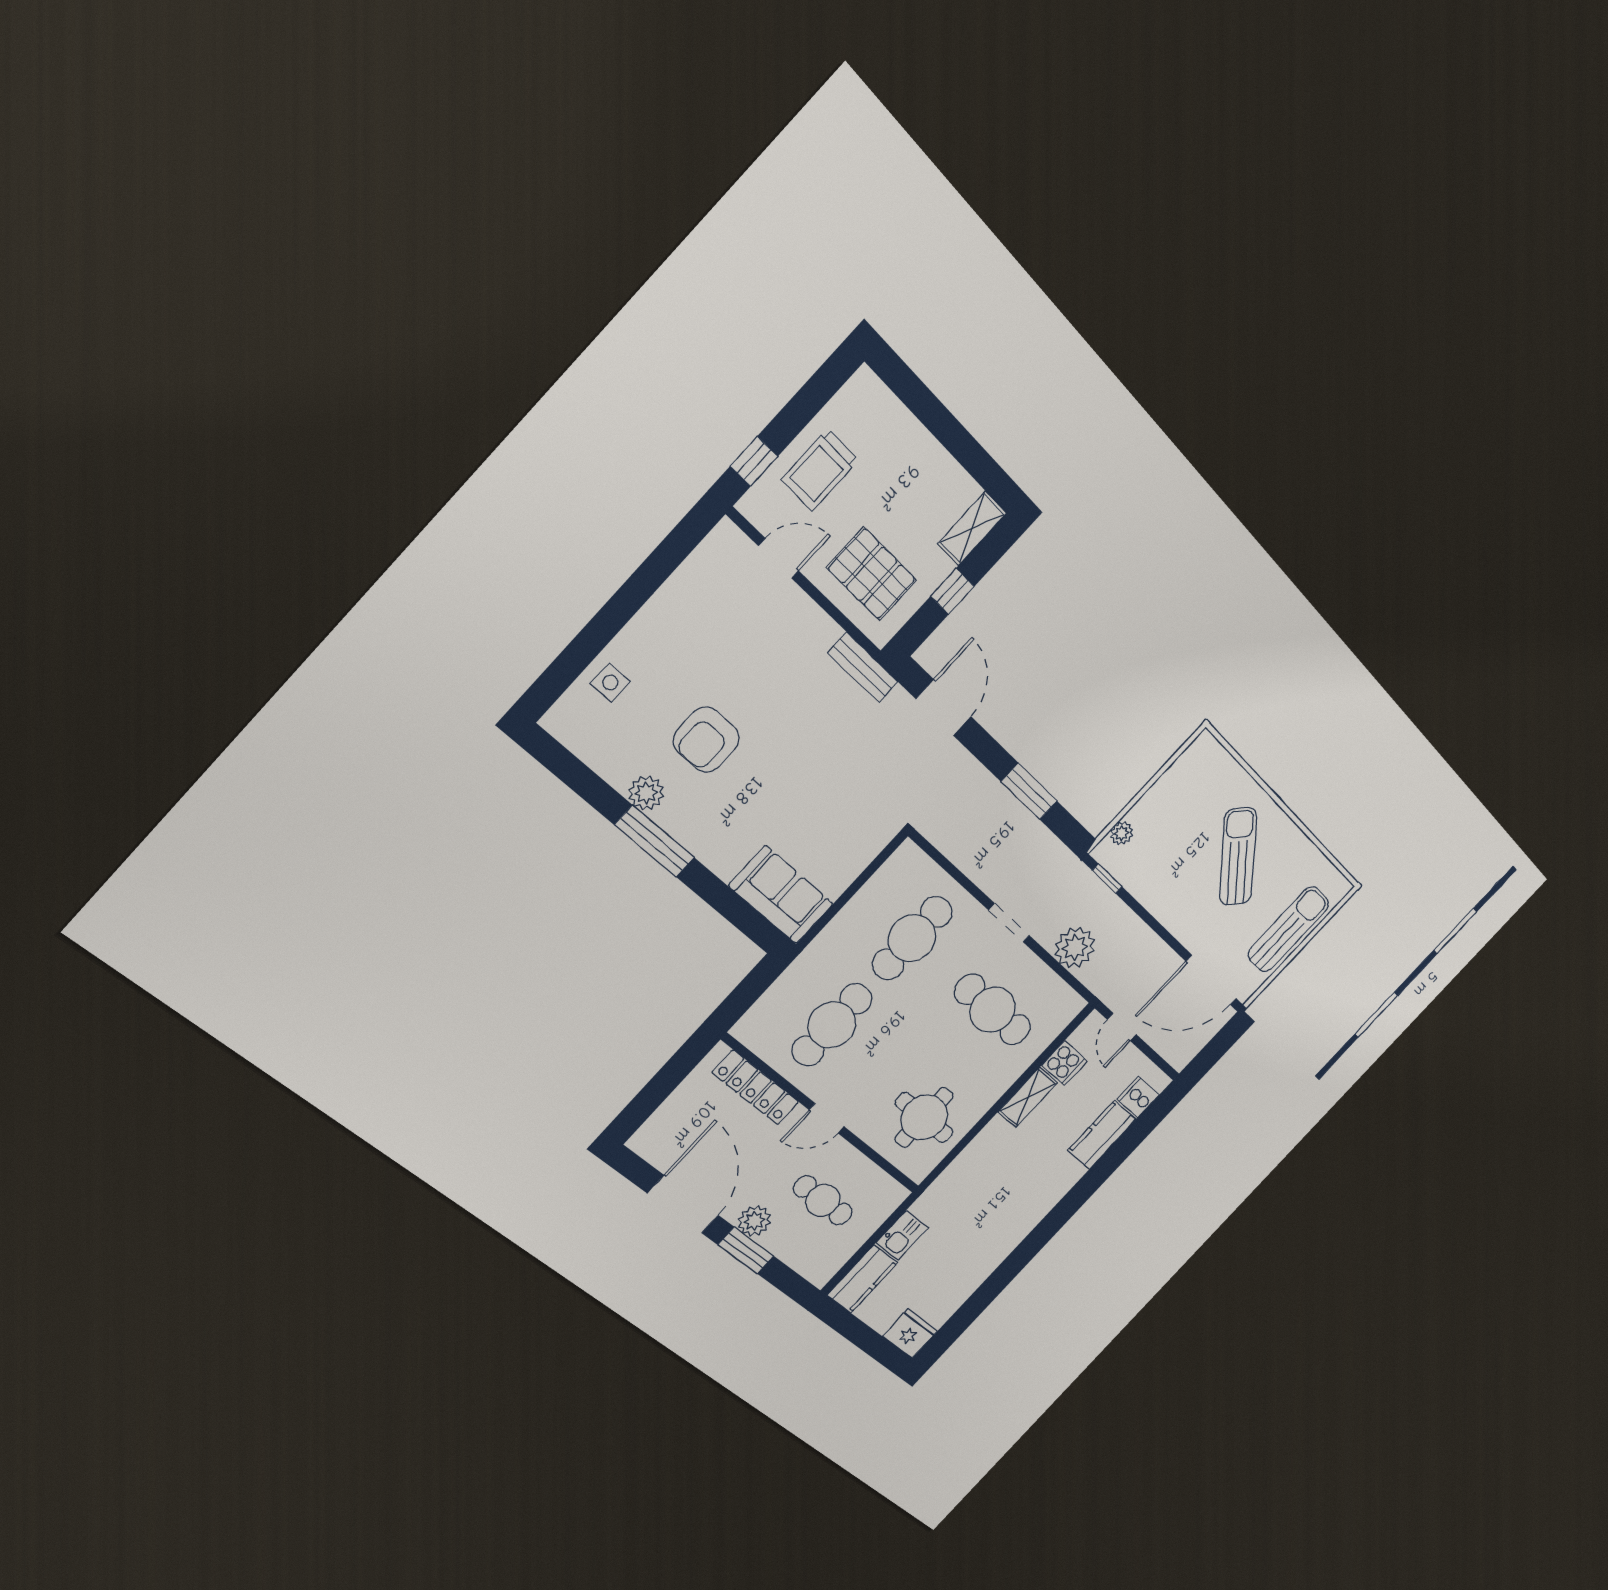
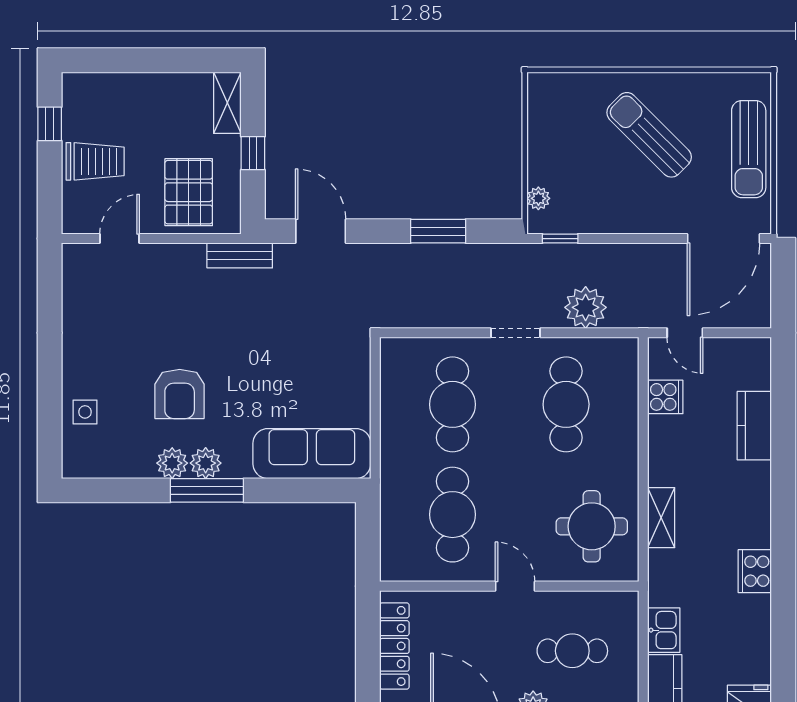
window: (754, 461) -> (50, 124), moved
trolley: (820, 470) -> (95, 161), turned -90
pallet: (872, 574) -> (189, 192), turned 90
plant: (675, 817) -> (206, 463), added
sofa: (781, 895) -> (312, 454), width x1.36
sun lounger: (1288, 929) -> (749, 149), turned 180
cafe table: (993, 1010) -> (566, 404), turned 90
locker: (756, 1087) -> (394, 646), moved, turned -90
shelving: (1028, 1097) -> (661, 518), moved
cooker: (1138, 1097) -> (755, 571), moved, width x1.36
door: (827, 1118) -> (515, 586), swing flipped

